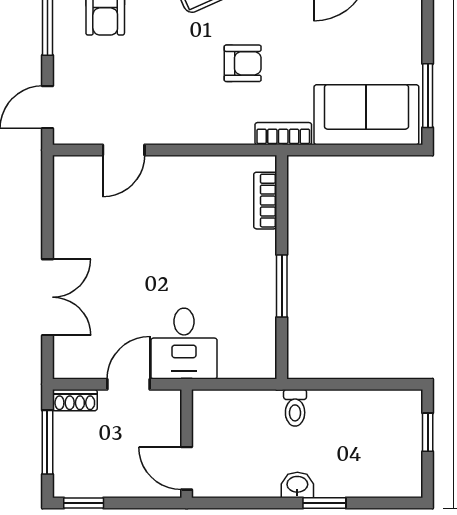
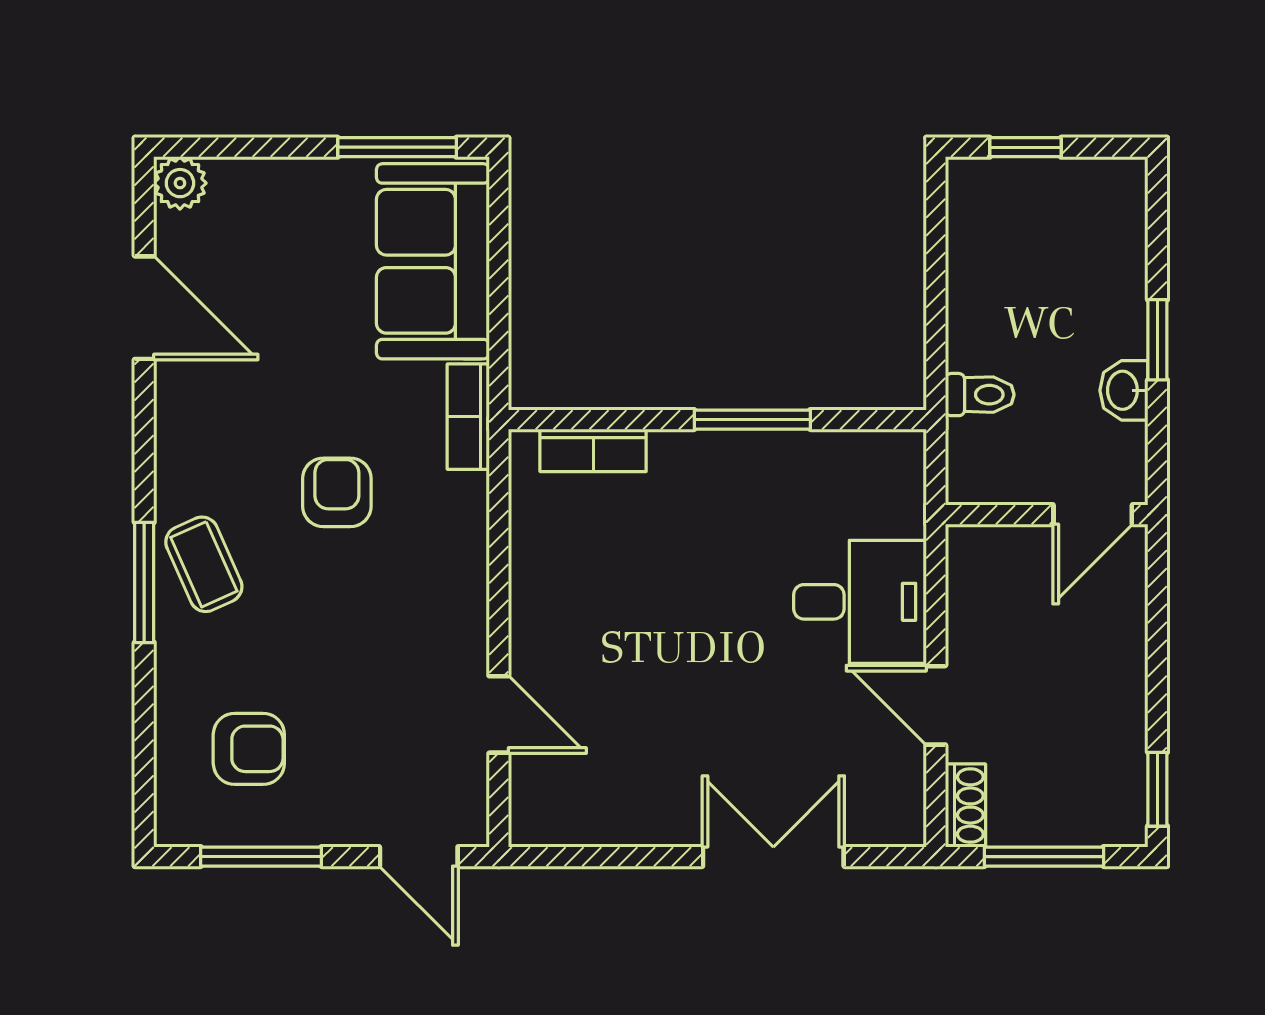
wall: (187, 444) -> (1047, 515), moved
door: (187, 468) -> (1093, 515), moved

